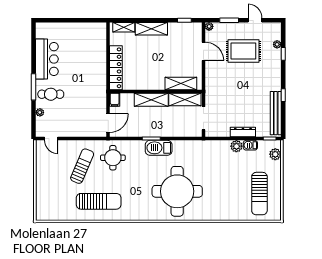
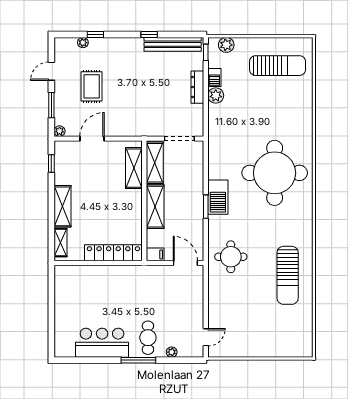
rug: (243, 51) -> (92, 86), width x0.73, depth x0.70
sun lounger: (82, 166) -> (242, 297), removed
sun lounger: (99, 201) -> (288, 275), turned 180

